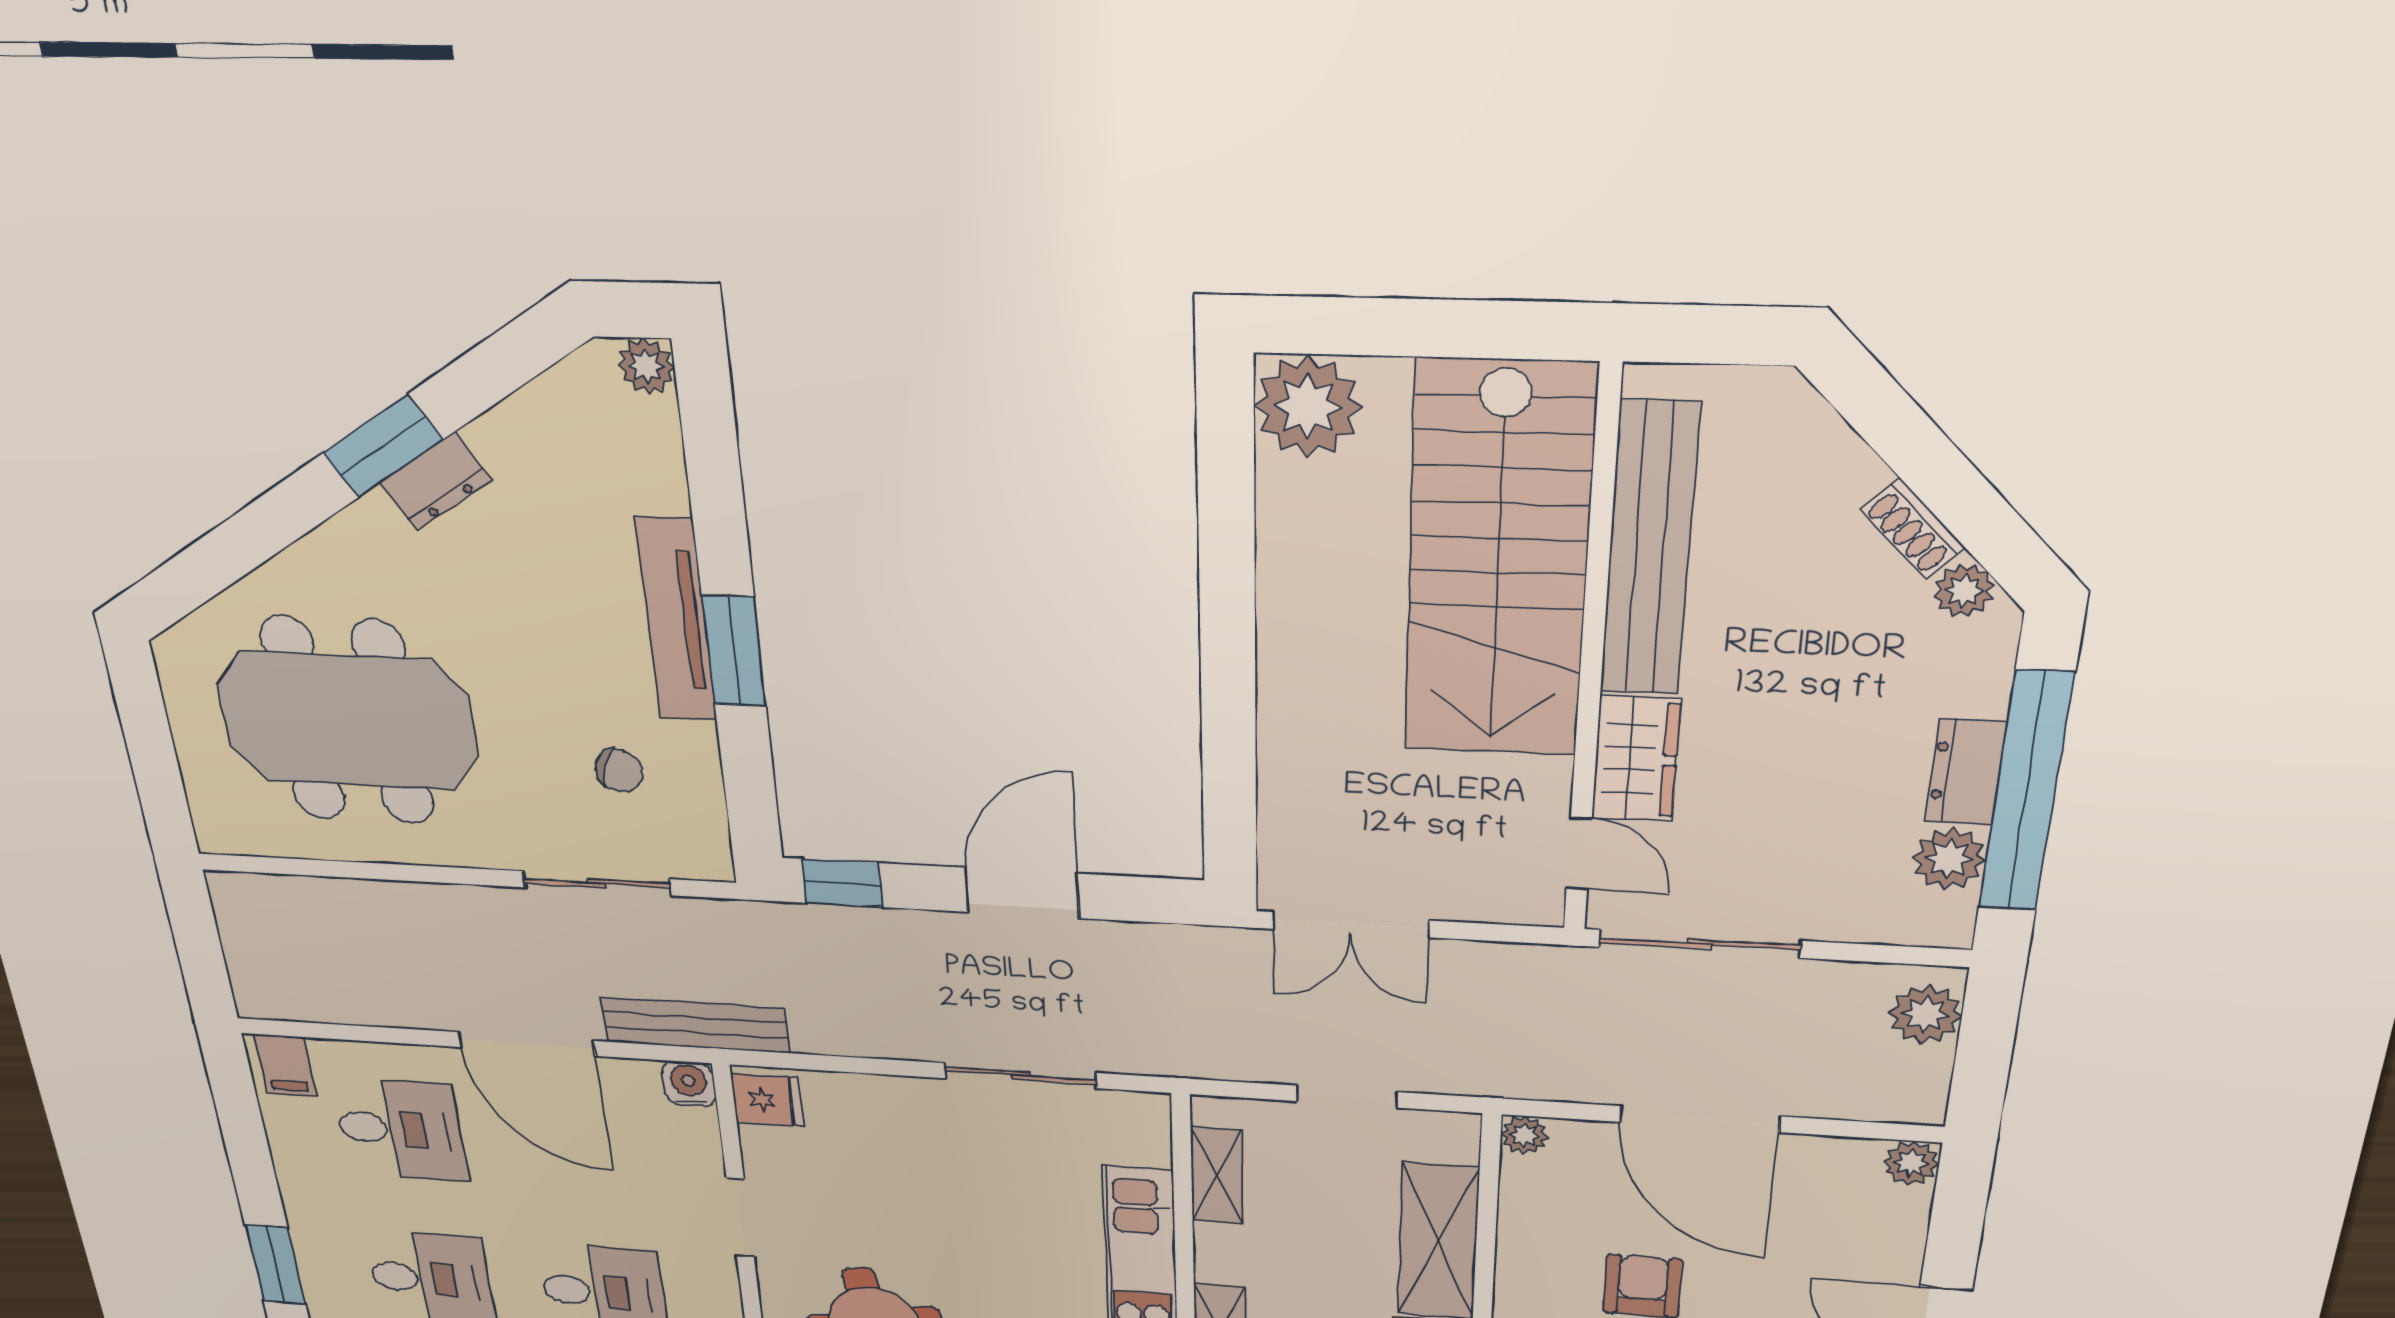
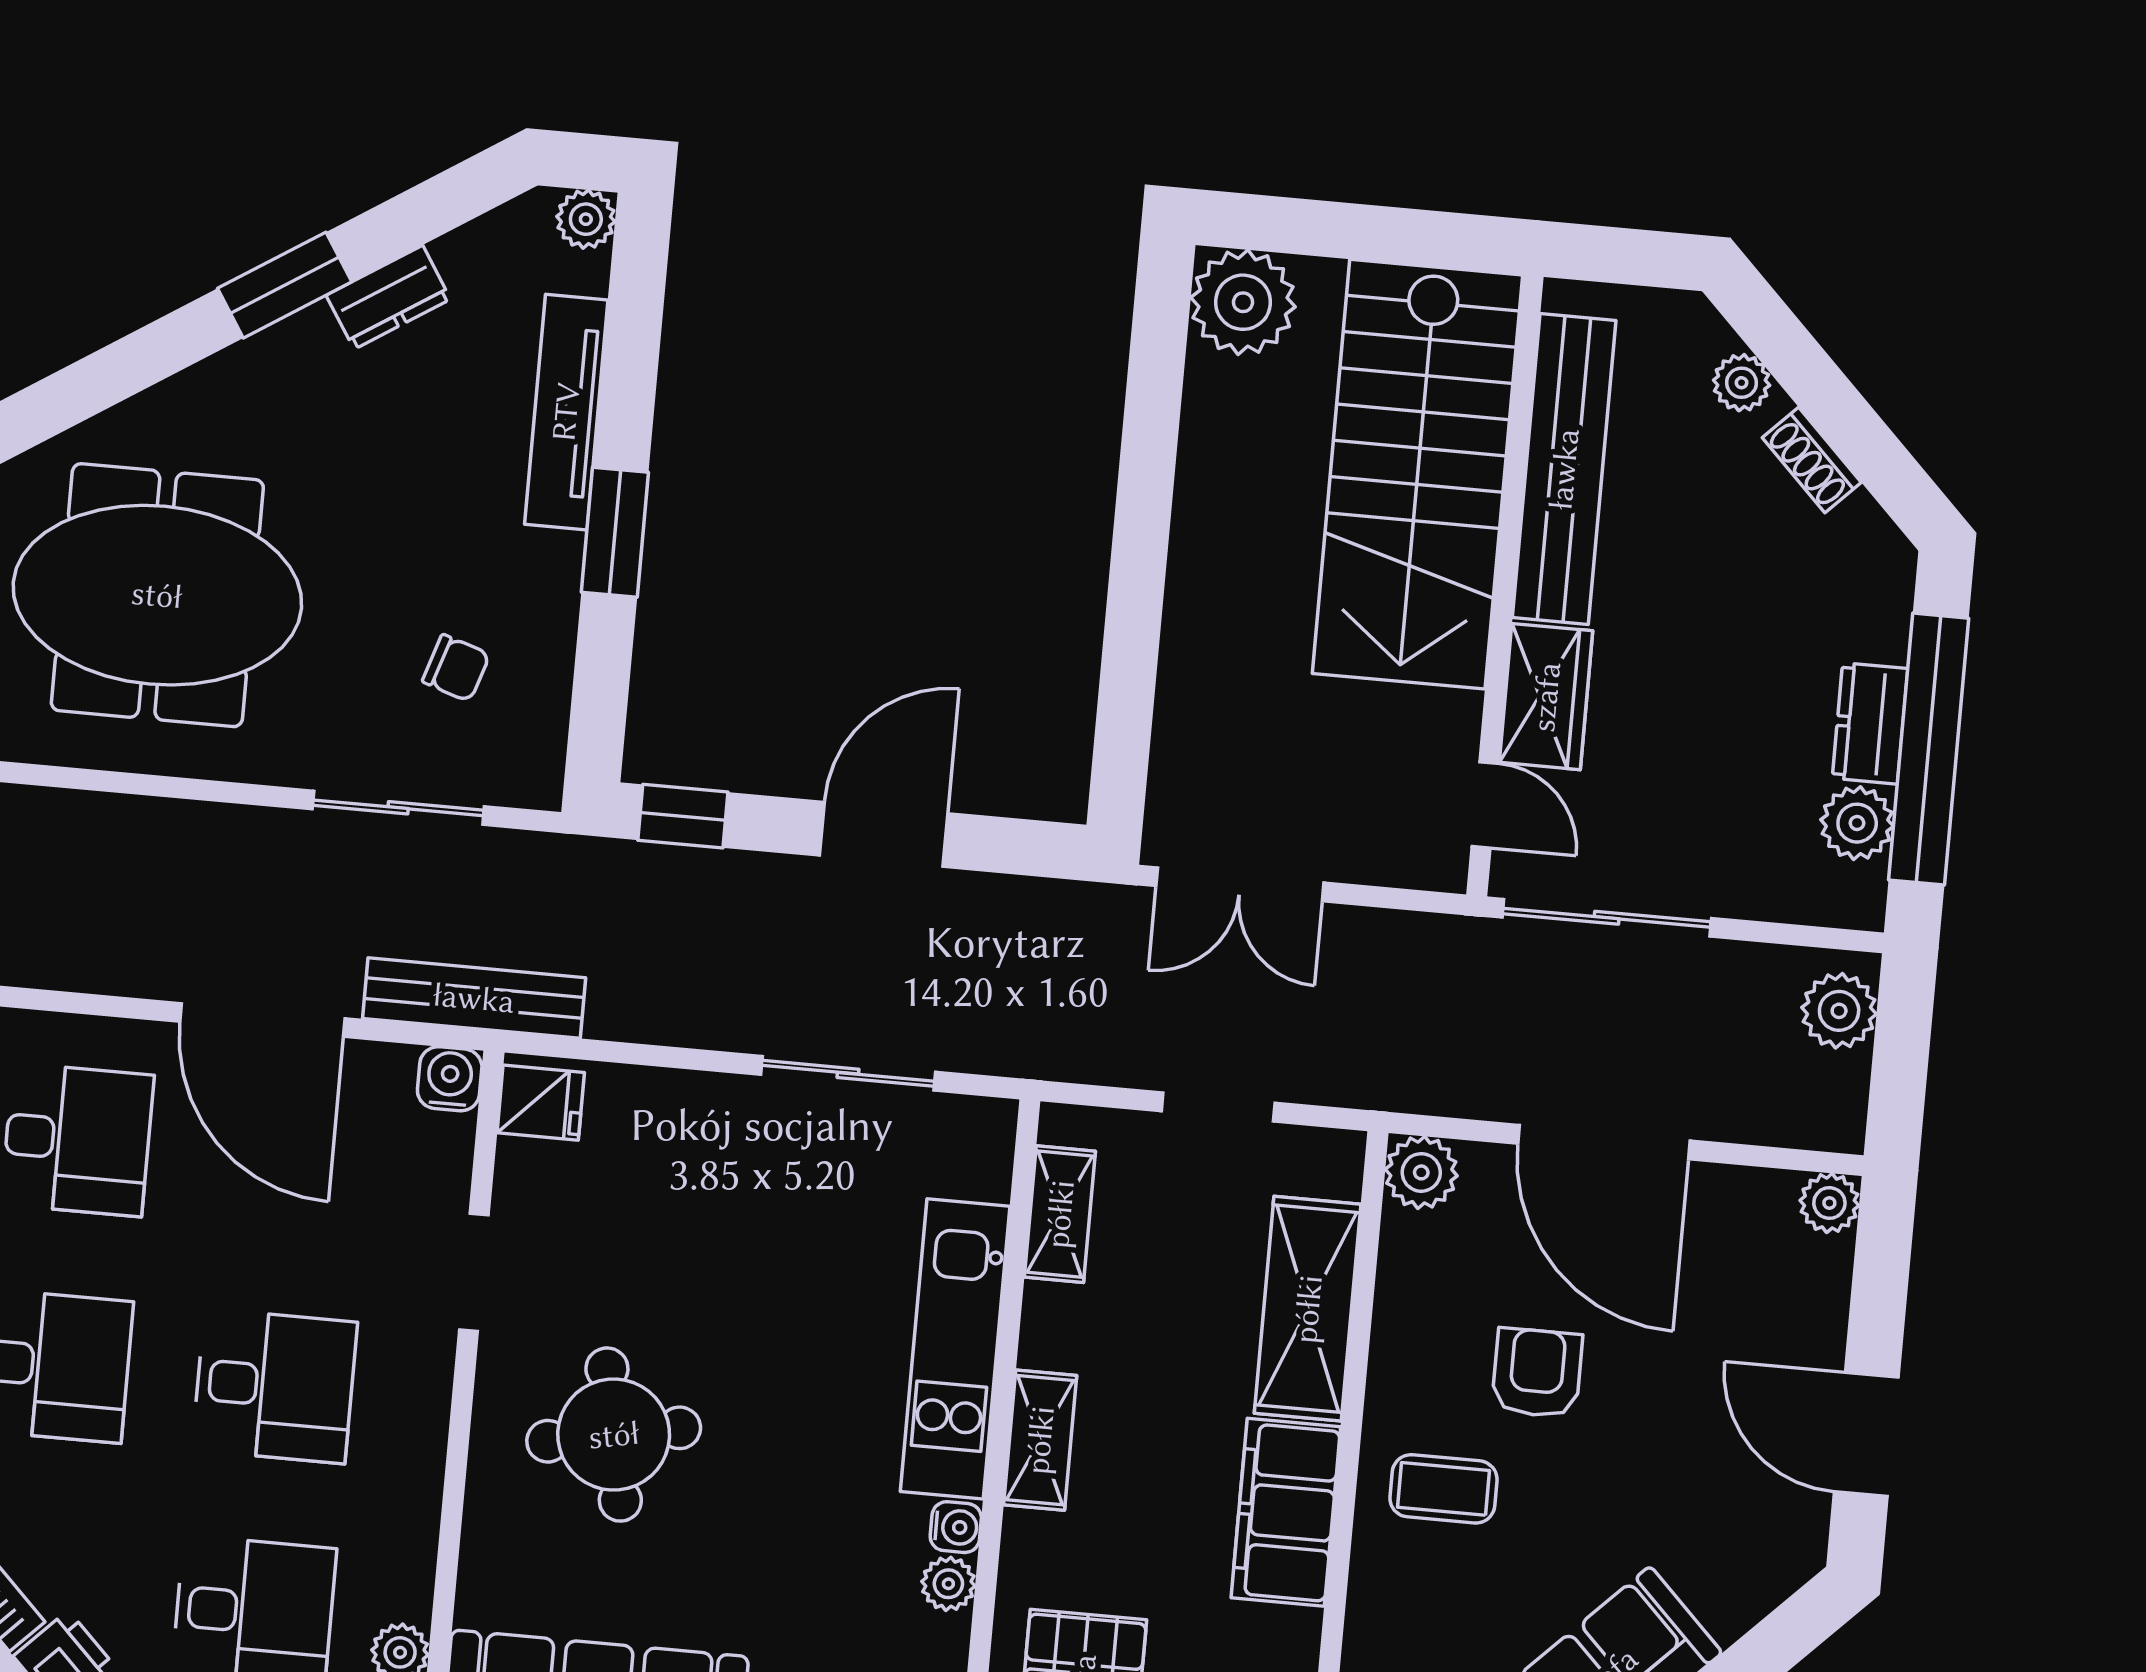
dresser: (436, 482) -> (388, 297), moved
plant: (1964, 591) -> (1742, 383), moved
tv unit: (676, 620) -> (566, 412), moved
plant: (1524, 1135) -> (1421, 1172), width x1.38, depth x1.38

